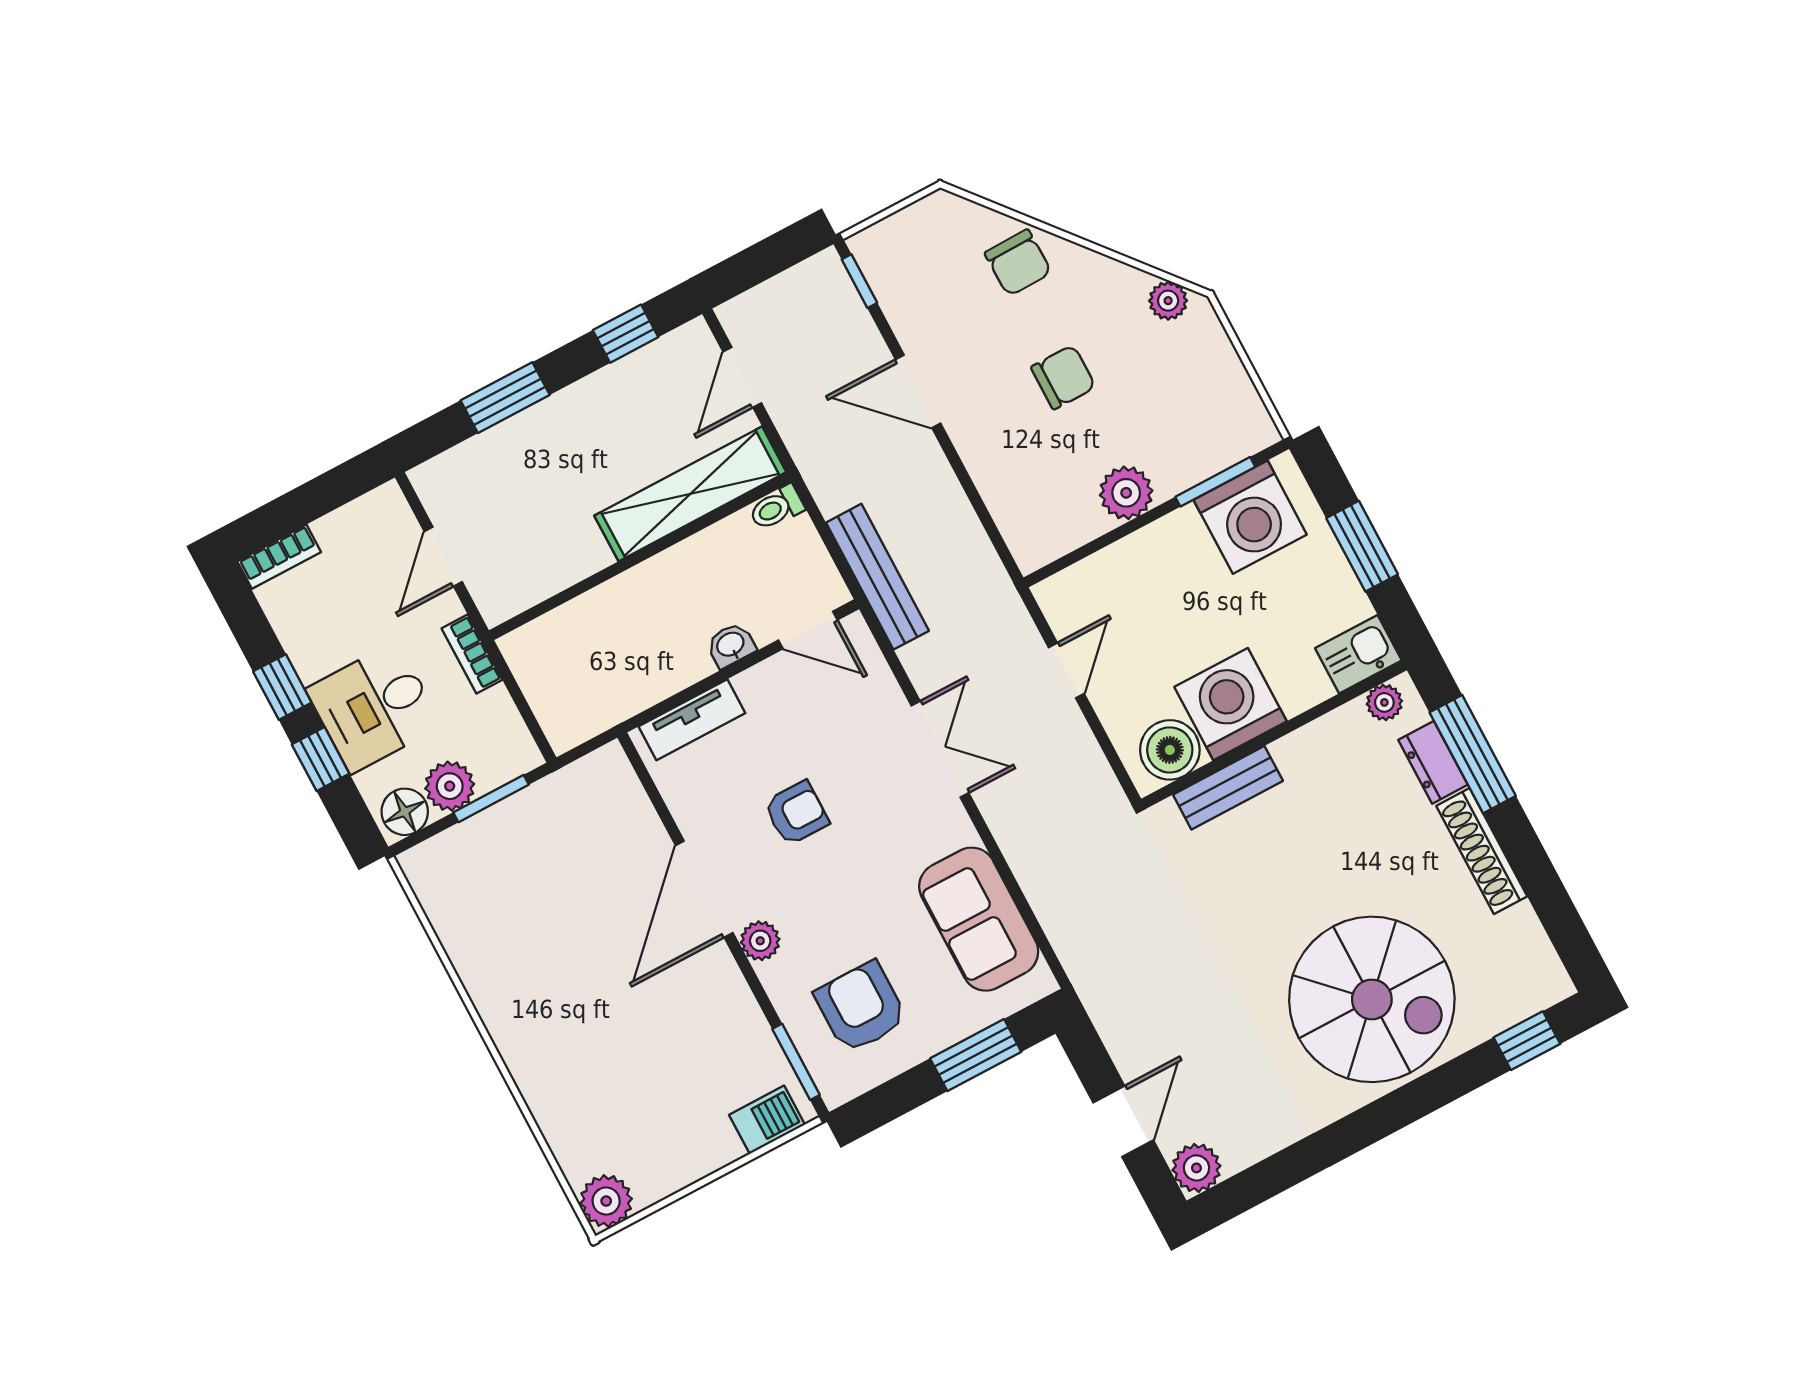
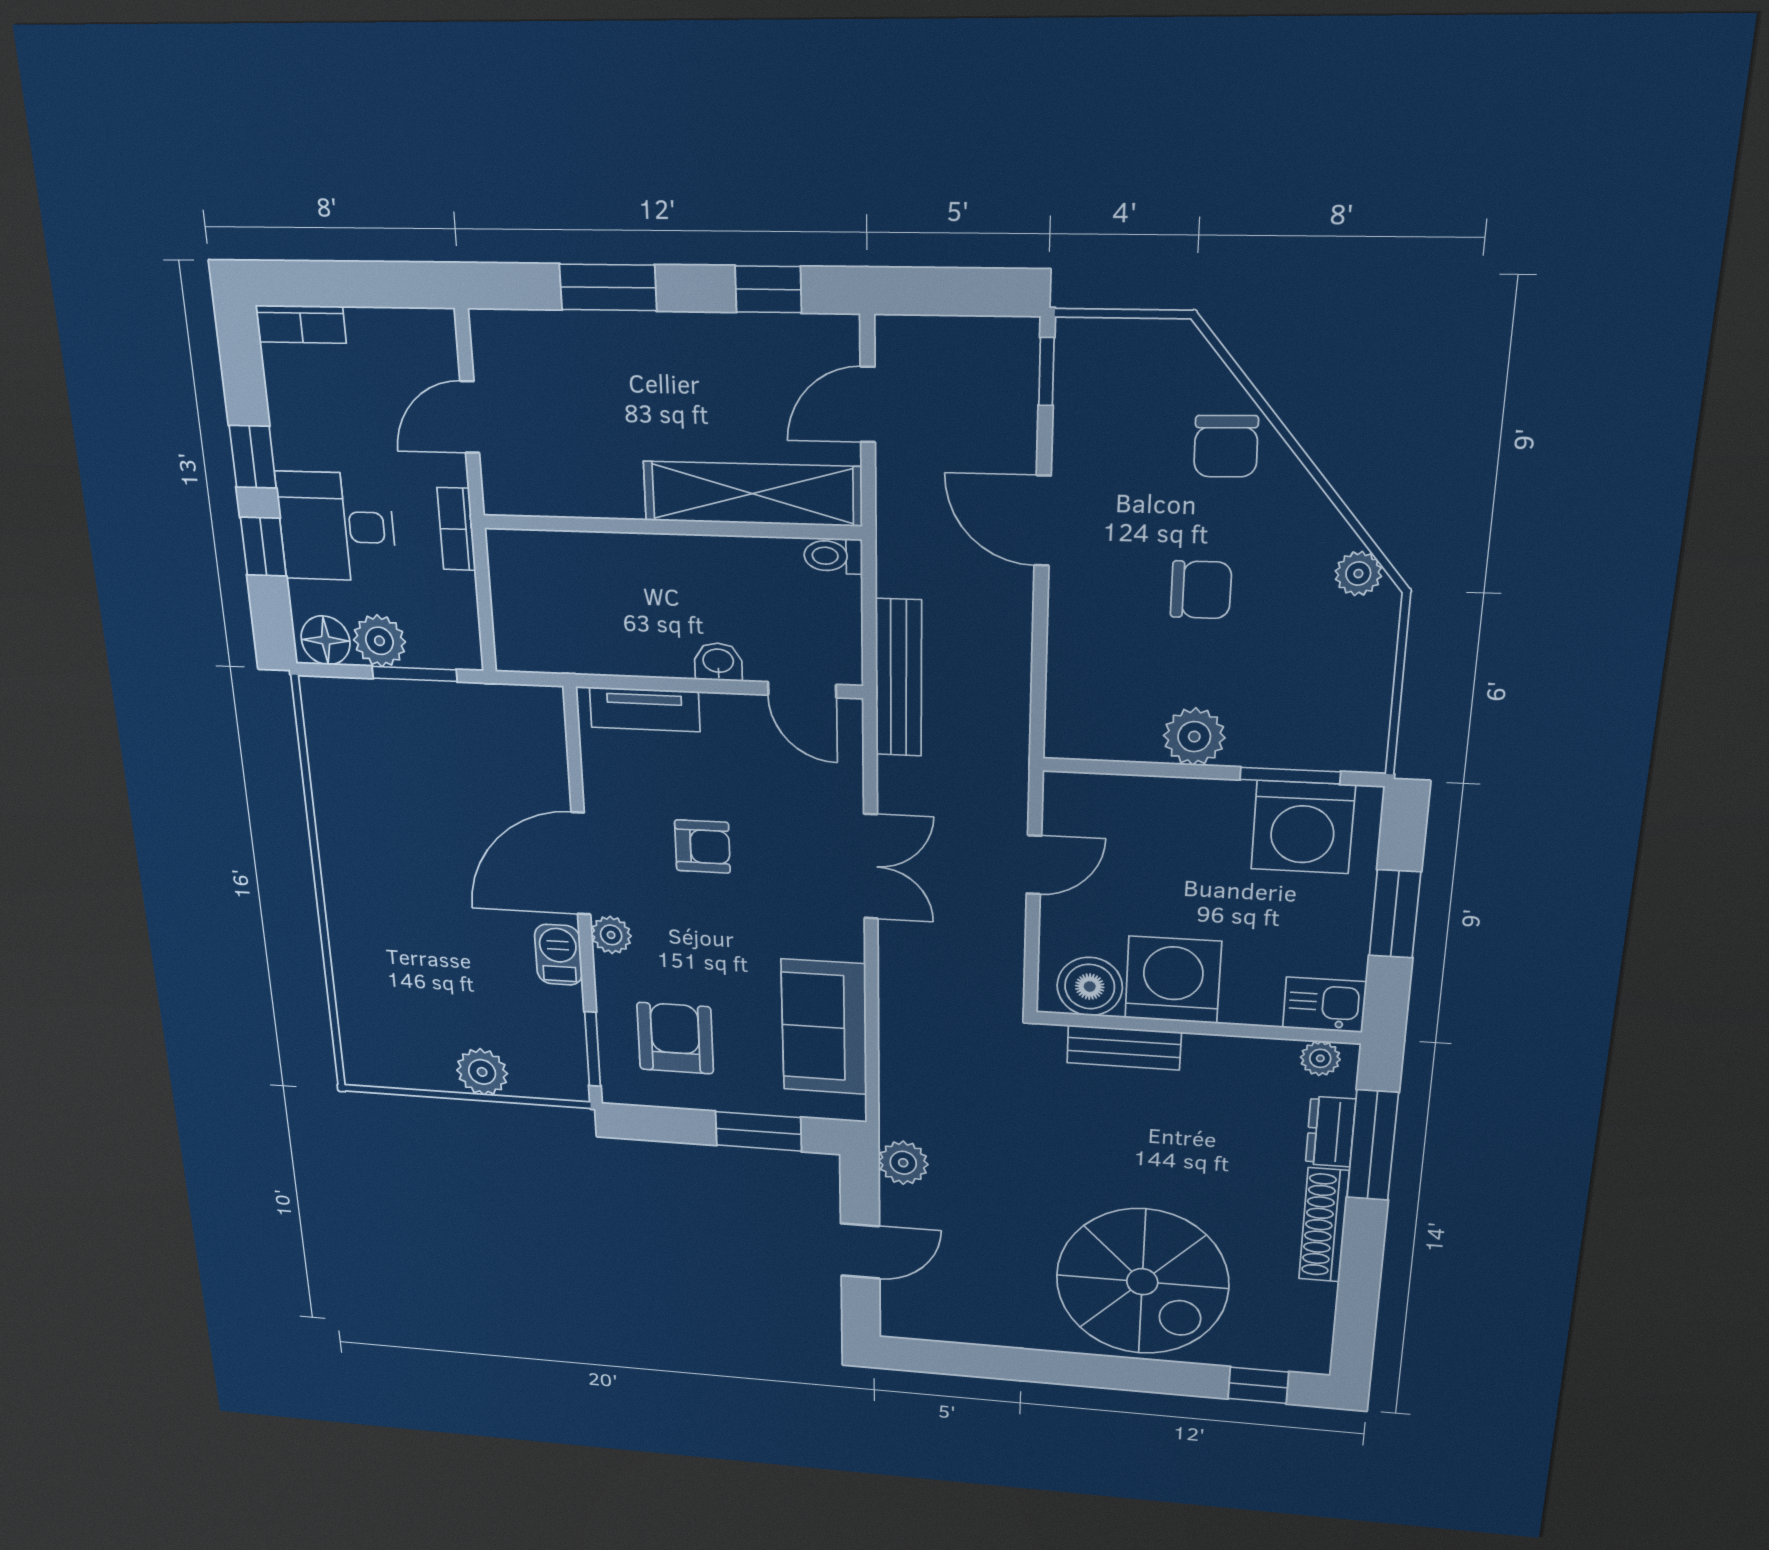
barbecue: (767, 1120) -> (558, 955), moved, turned -90
plant: (1196, 1168) -> (903, 1163), moved
plant: (606, 1201) -> (482, 1072), moved

